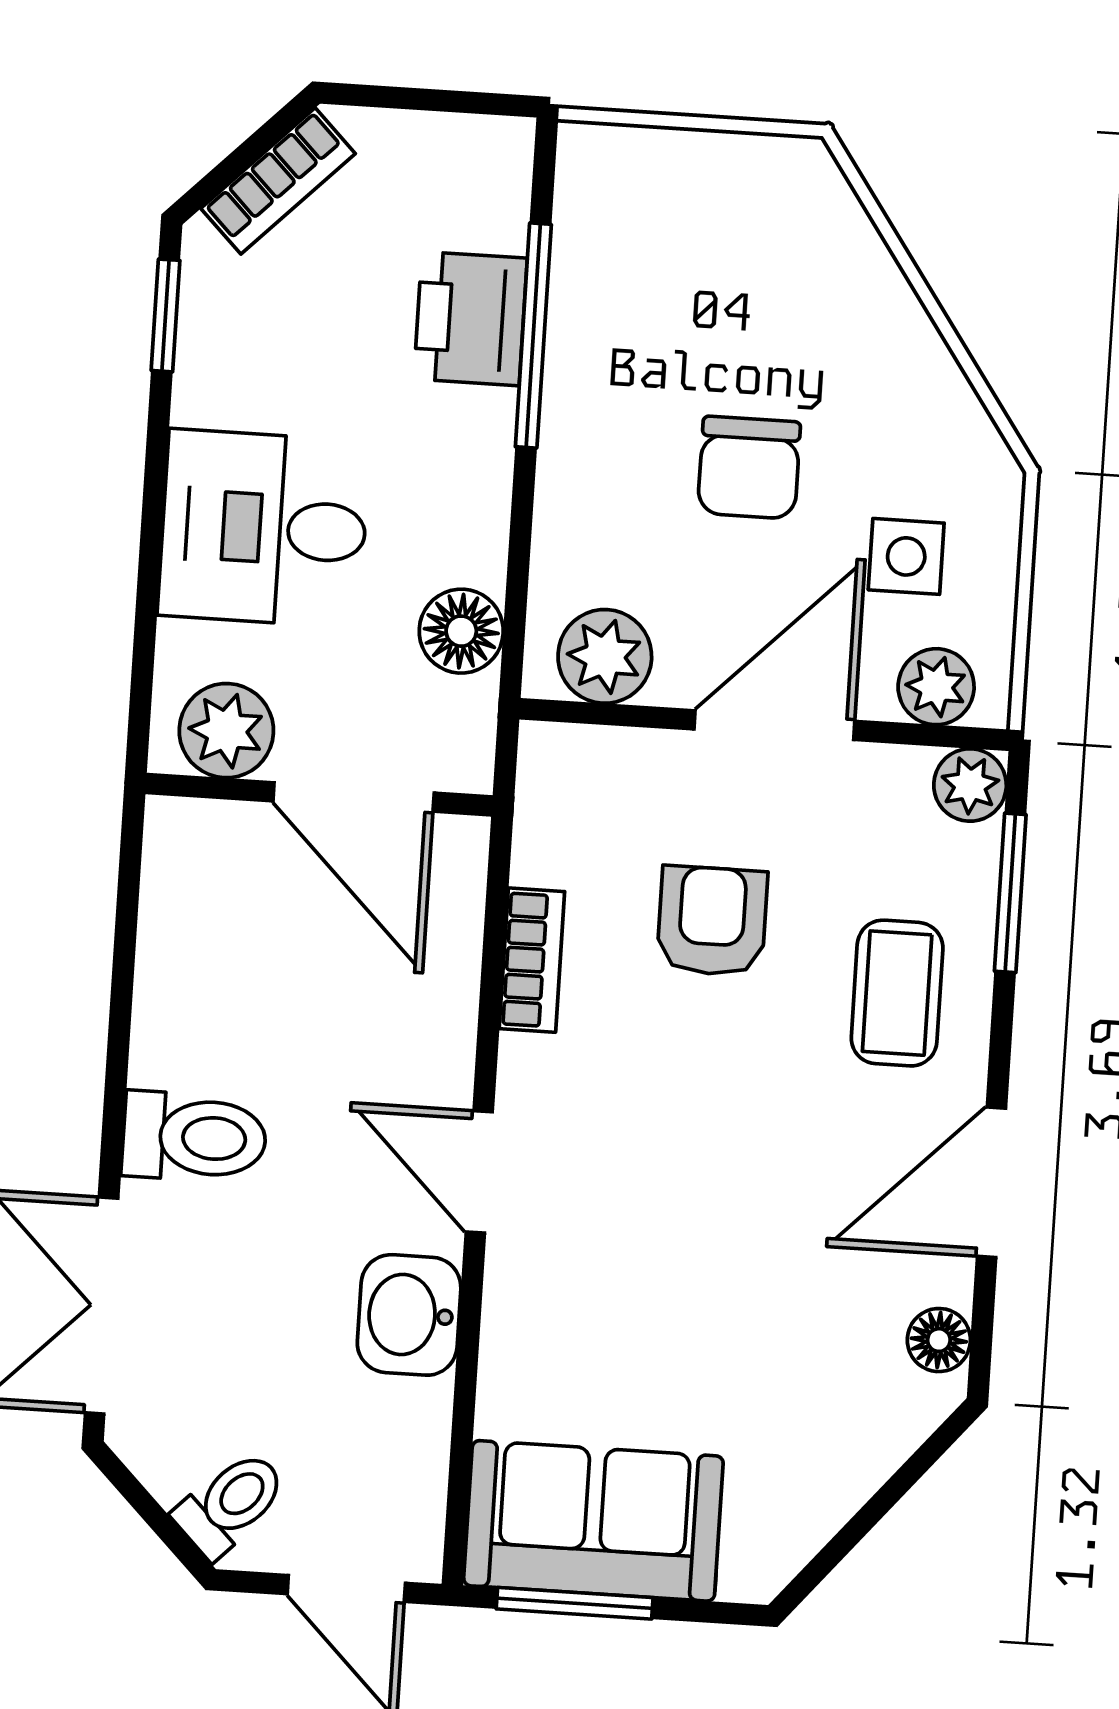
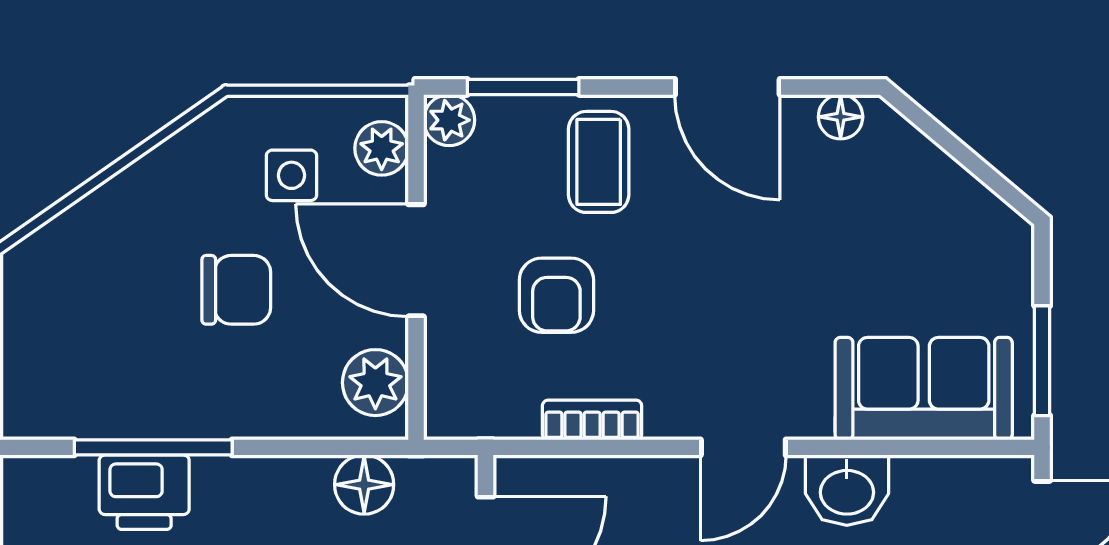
armchair: (712, 921) -> (556, 295), turned -90
coffee table: (897, 993) -> (599, 162), turned 90
sofa: (593, 1521) -> (924, 389), moved, turned 90

